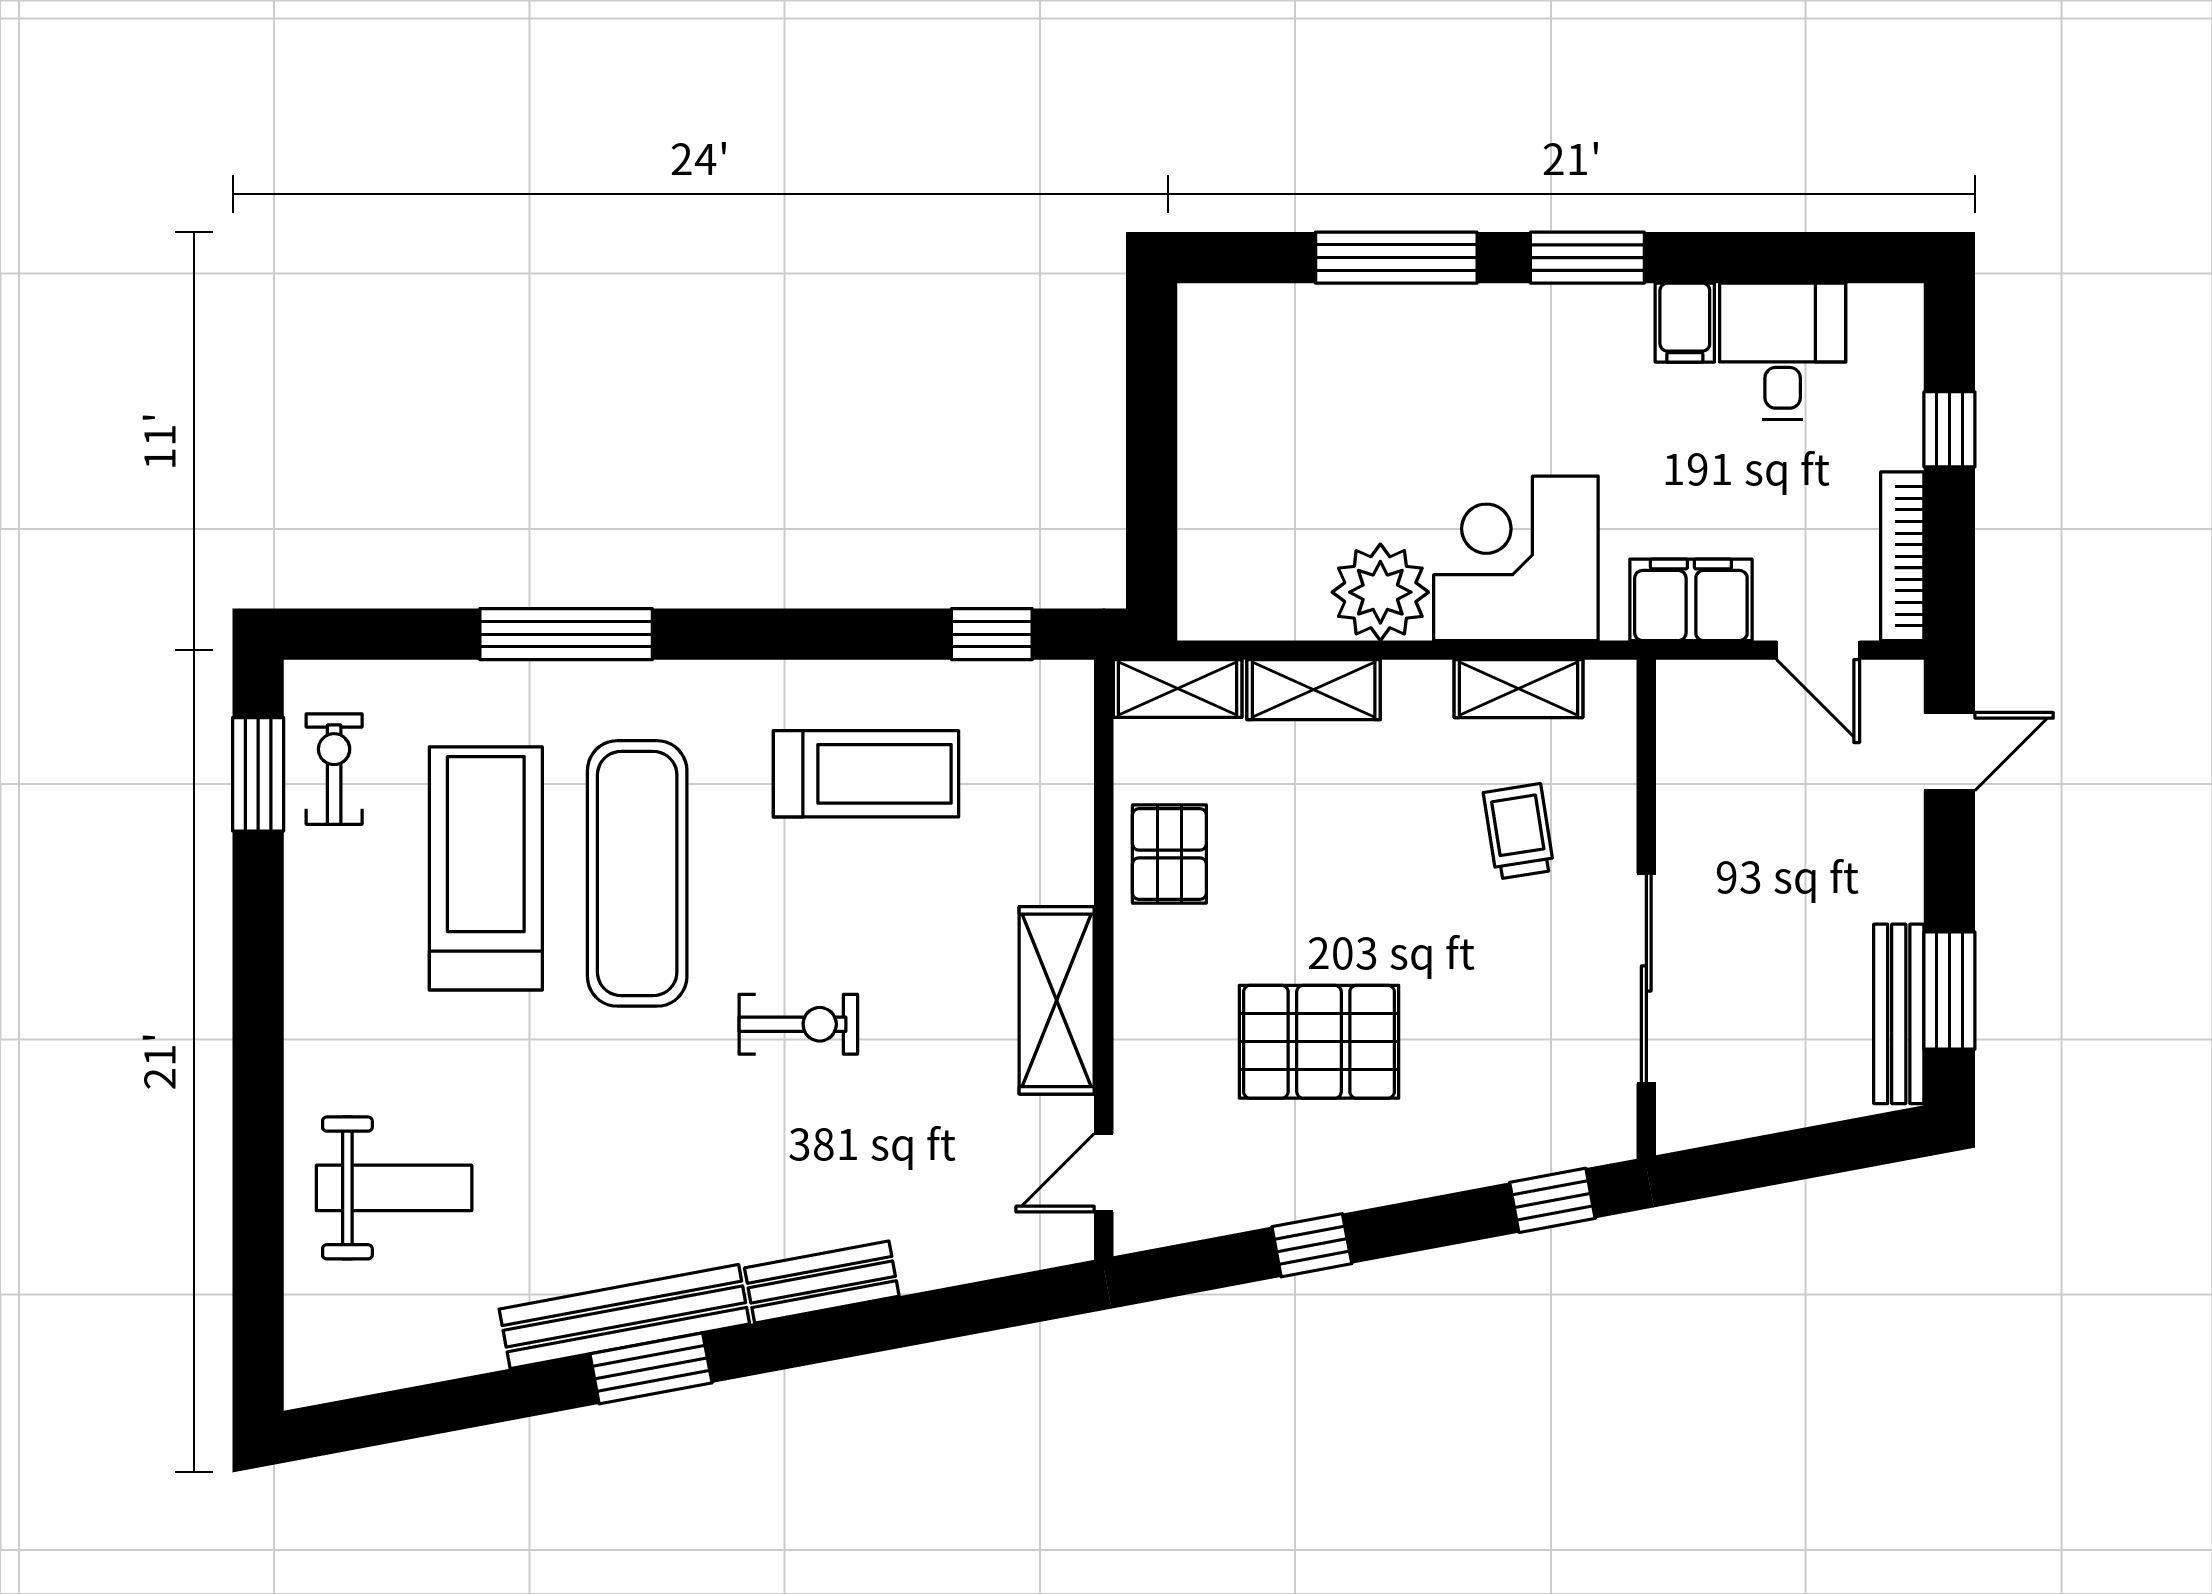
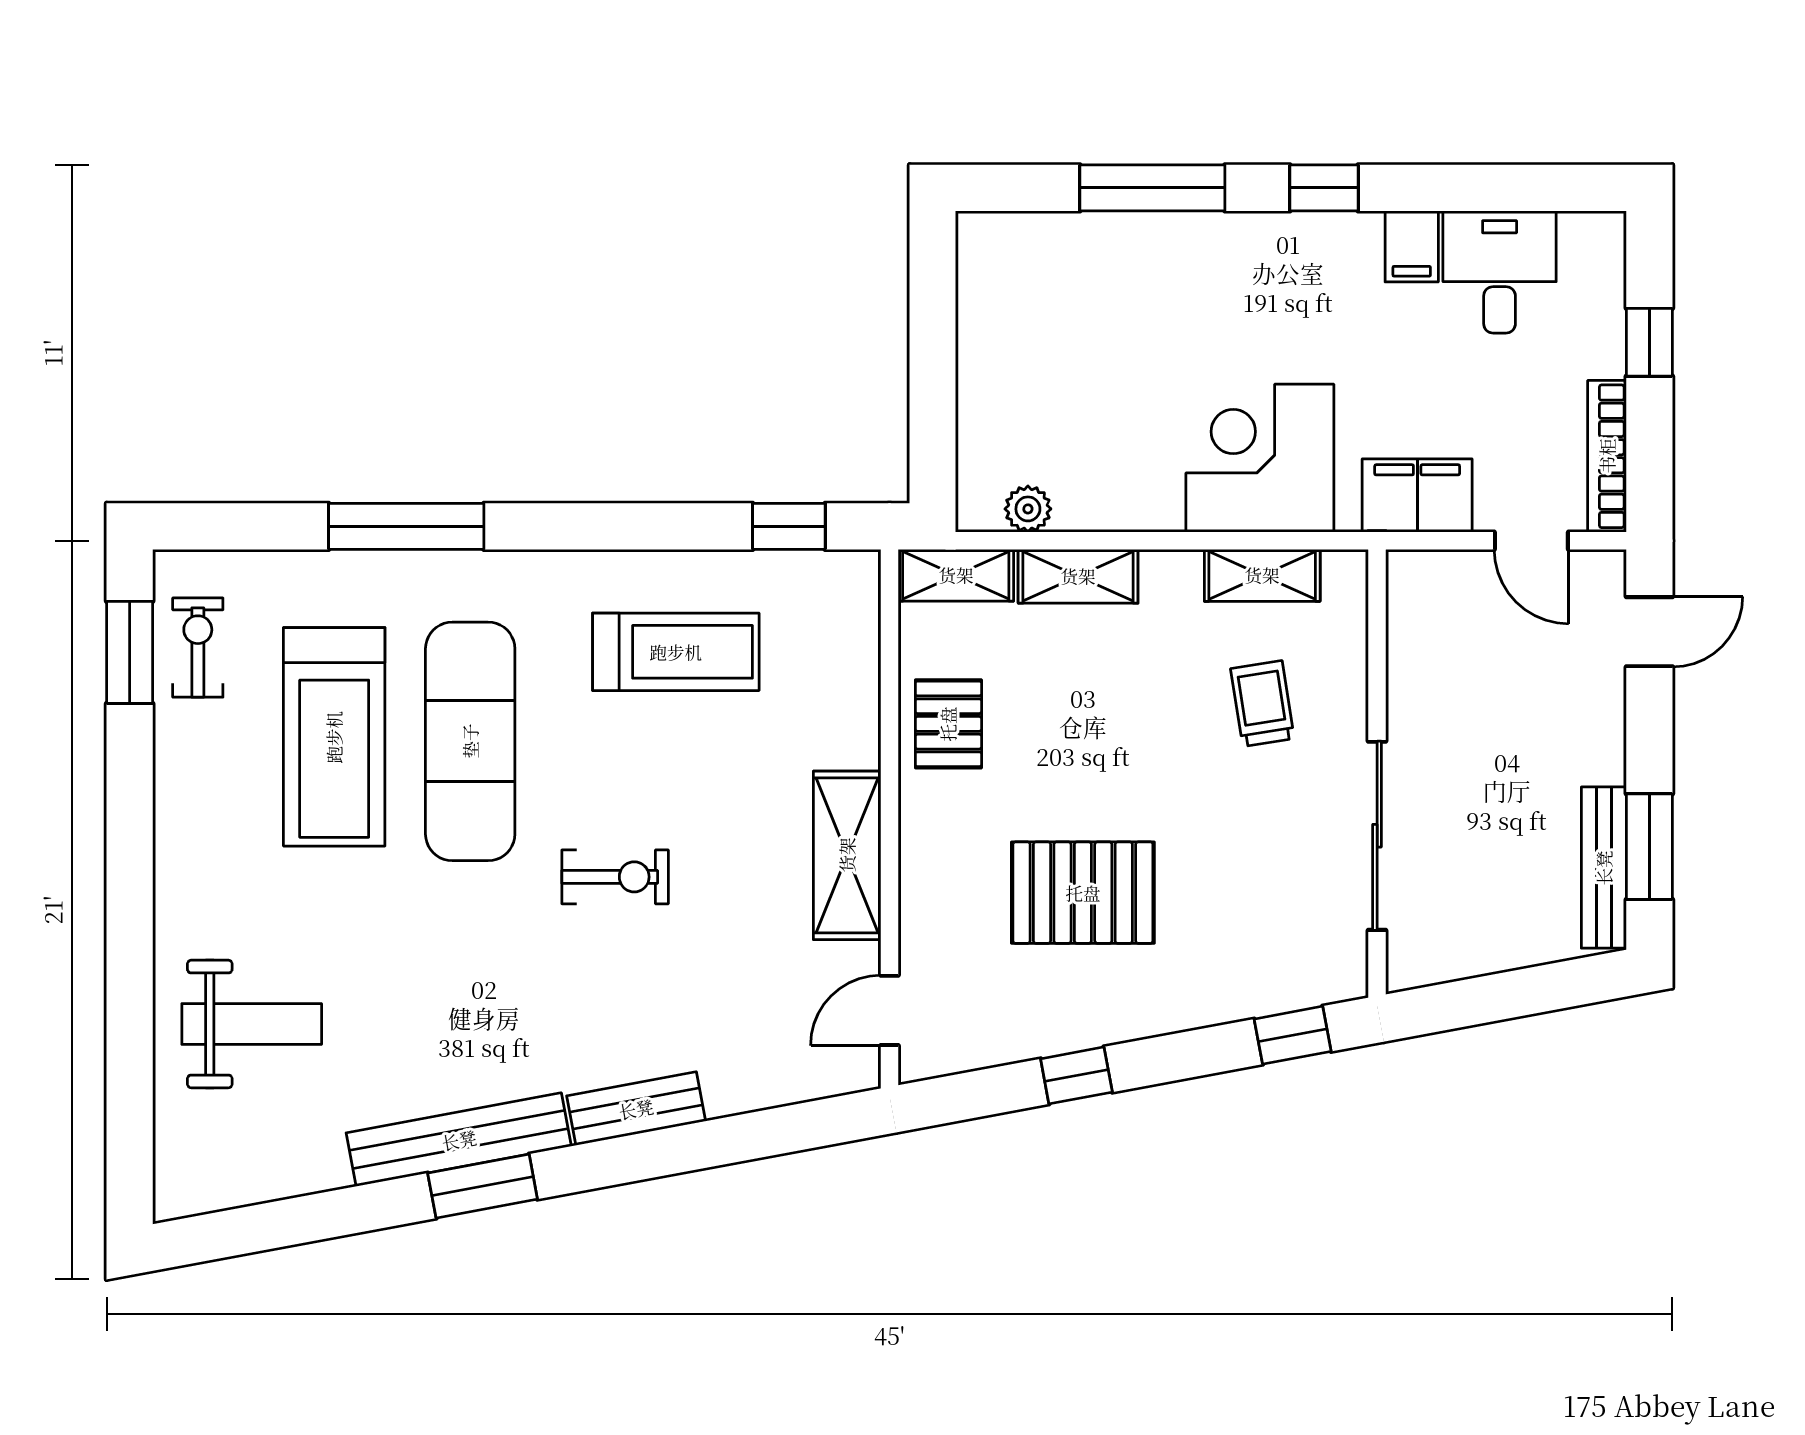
window: (1587, 258) -> (1324, 188), width x0.67
plant: (1380, 592) -> (1028, 509), moved, width x0.53, depth x0.53
treadmill: (486, 868) -> (334, 737), turned 180

